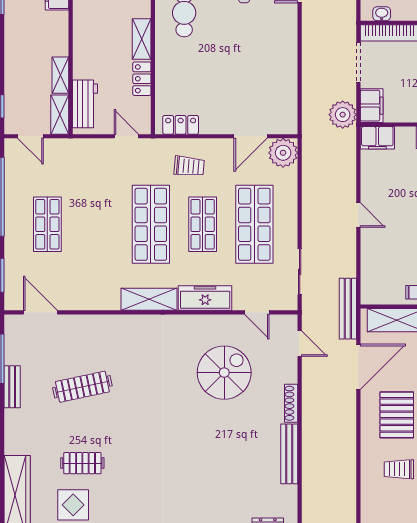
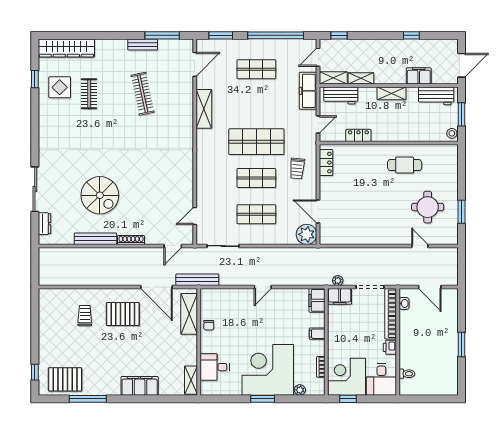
shelving: (142, 39) -> (392, 93), moved
plant: (343, 115) -> (338, 281), width x0.53, depth x0.53
shop shelf: (254, 224) -> (256, 214), width x0.70, depth x0.74
freezer: (205, 298) -> (308, 91), moved, turned 180
shelving: (149, 299) -> (204, 109), moved
spiral stairs: (224, 373) -> (100, 195), moved

